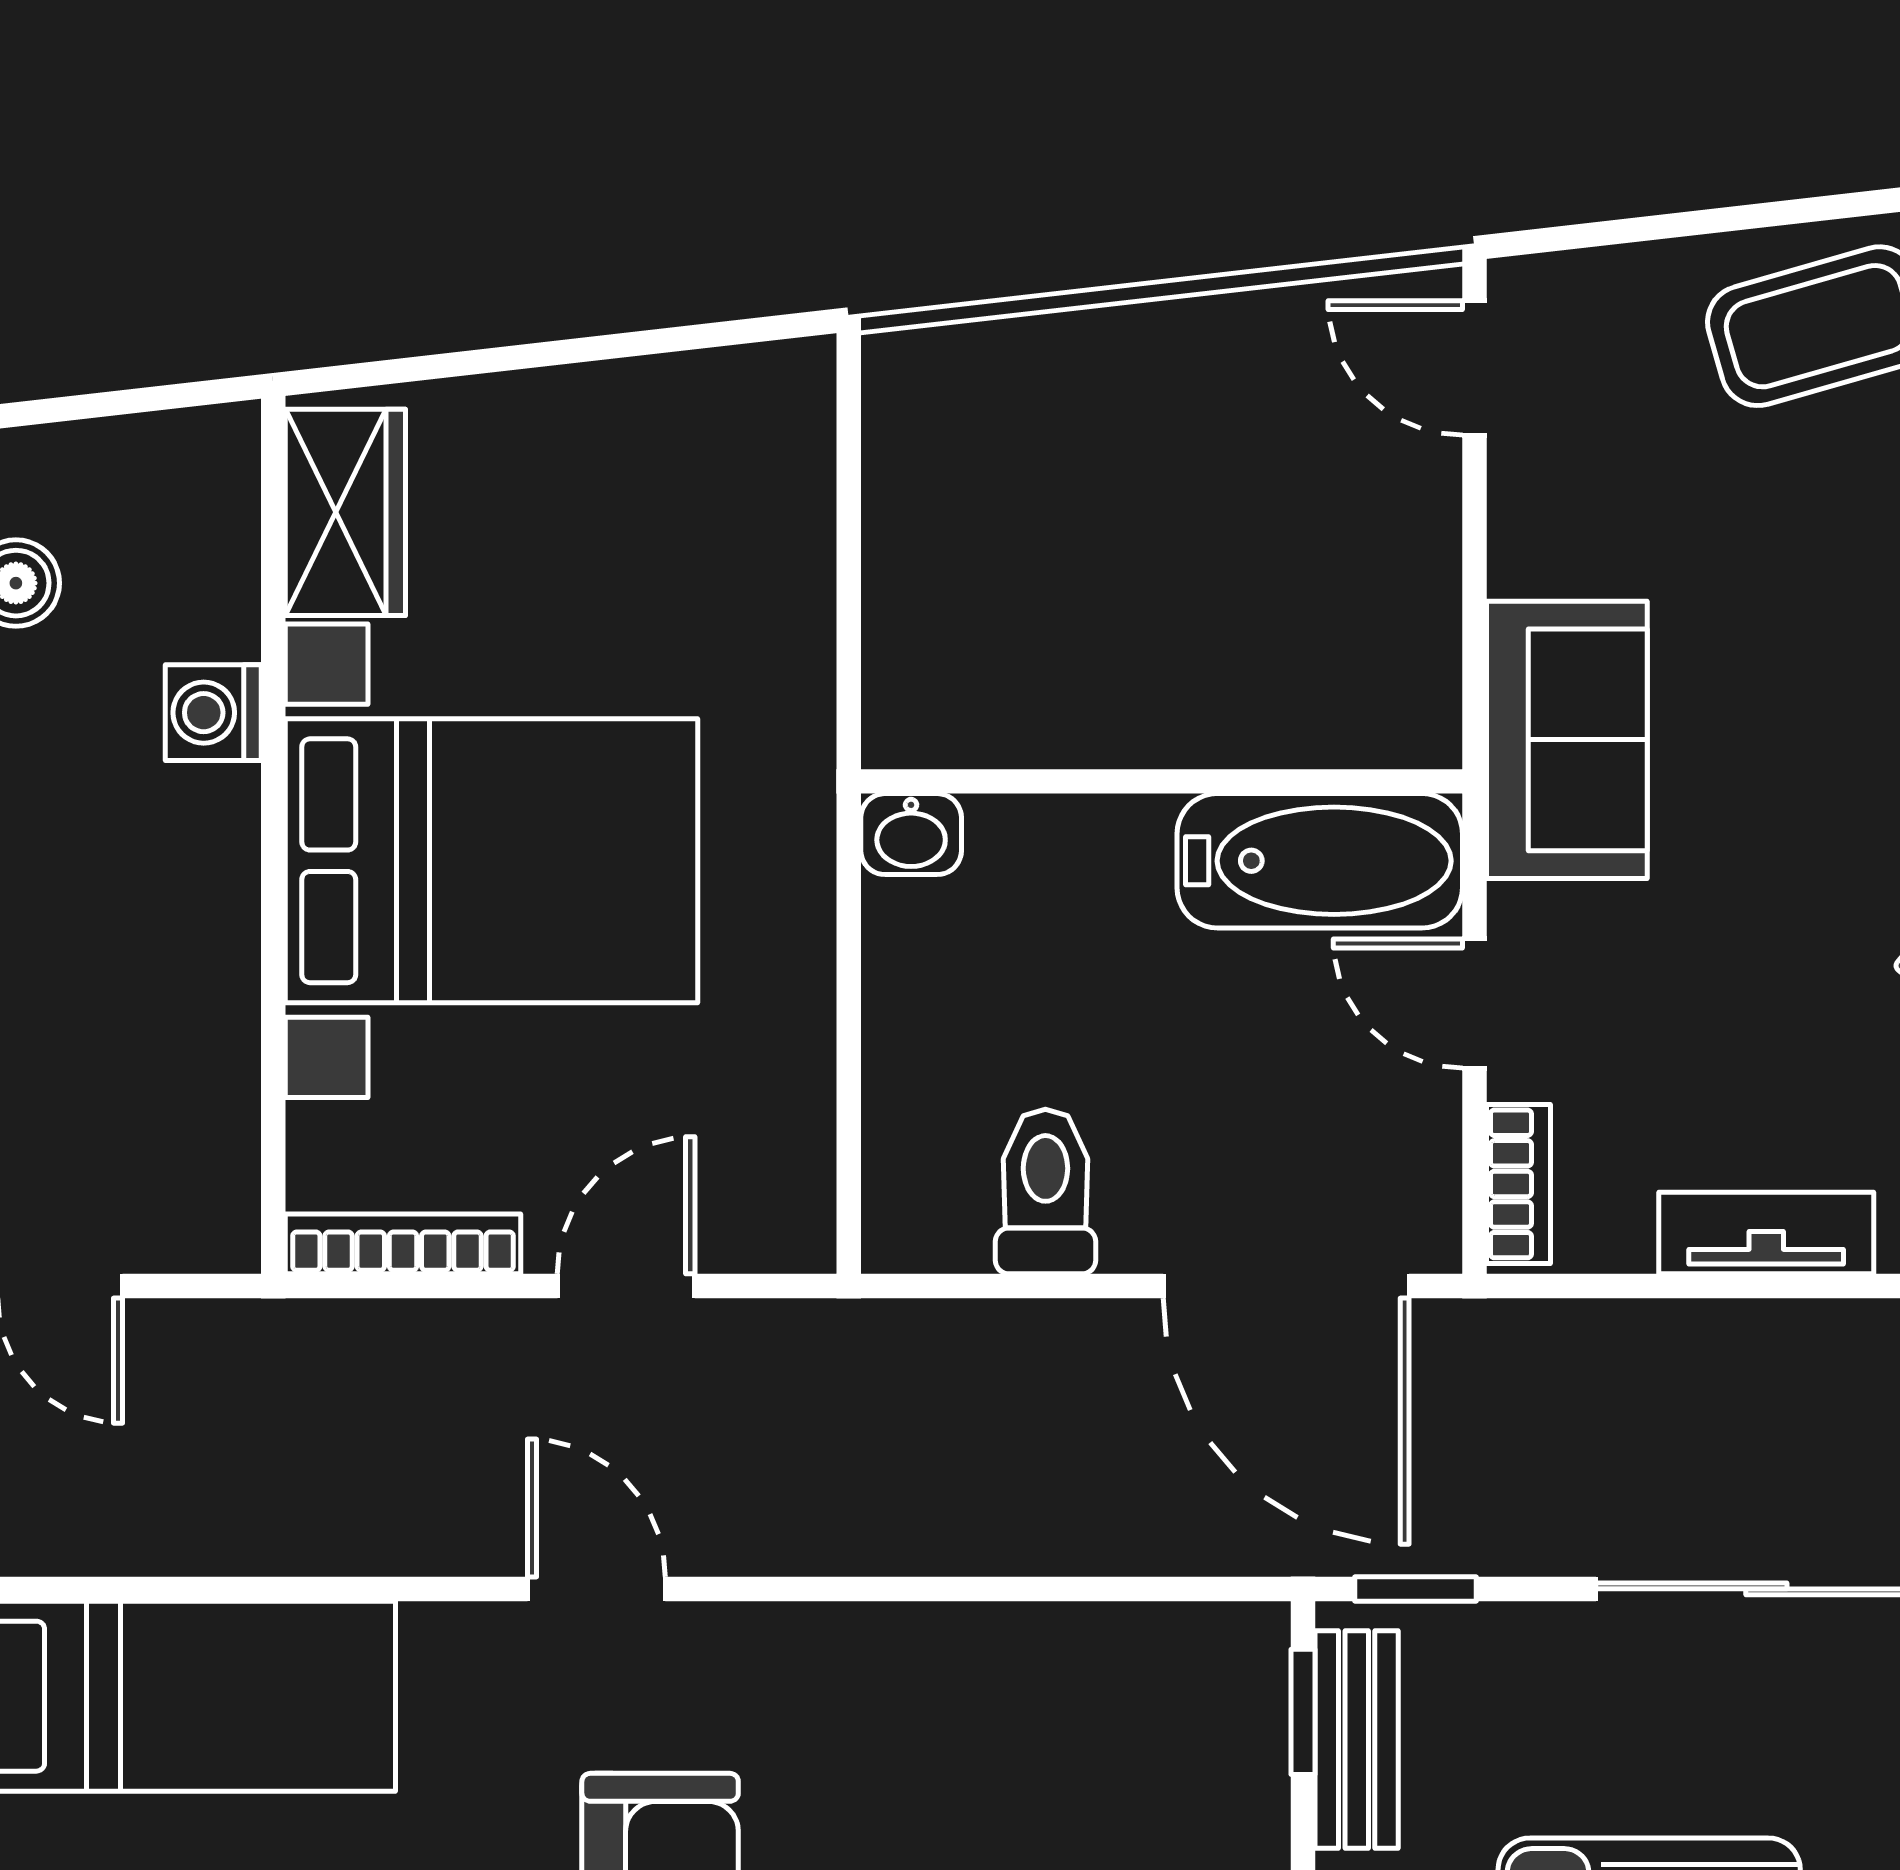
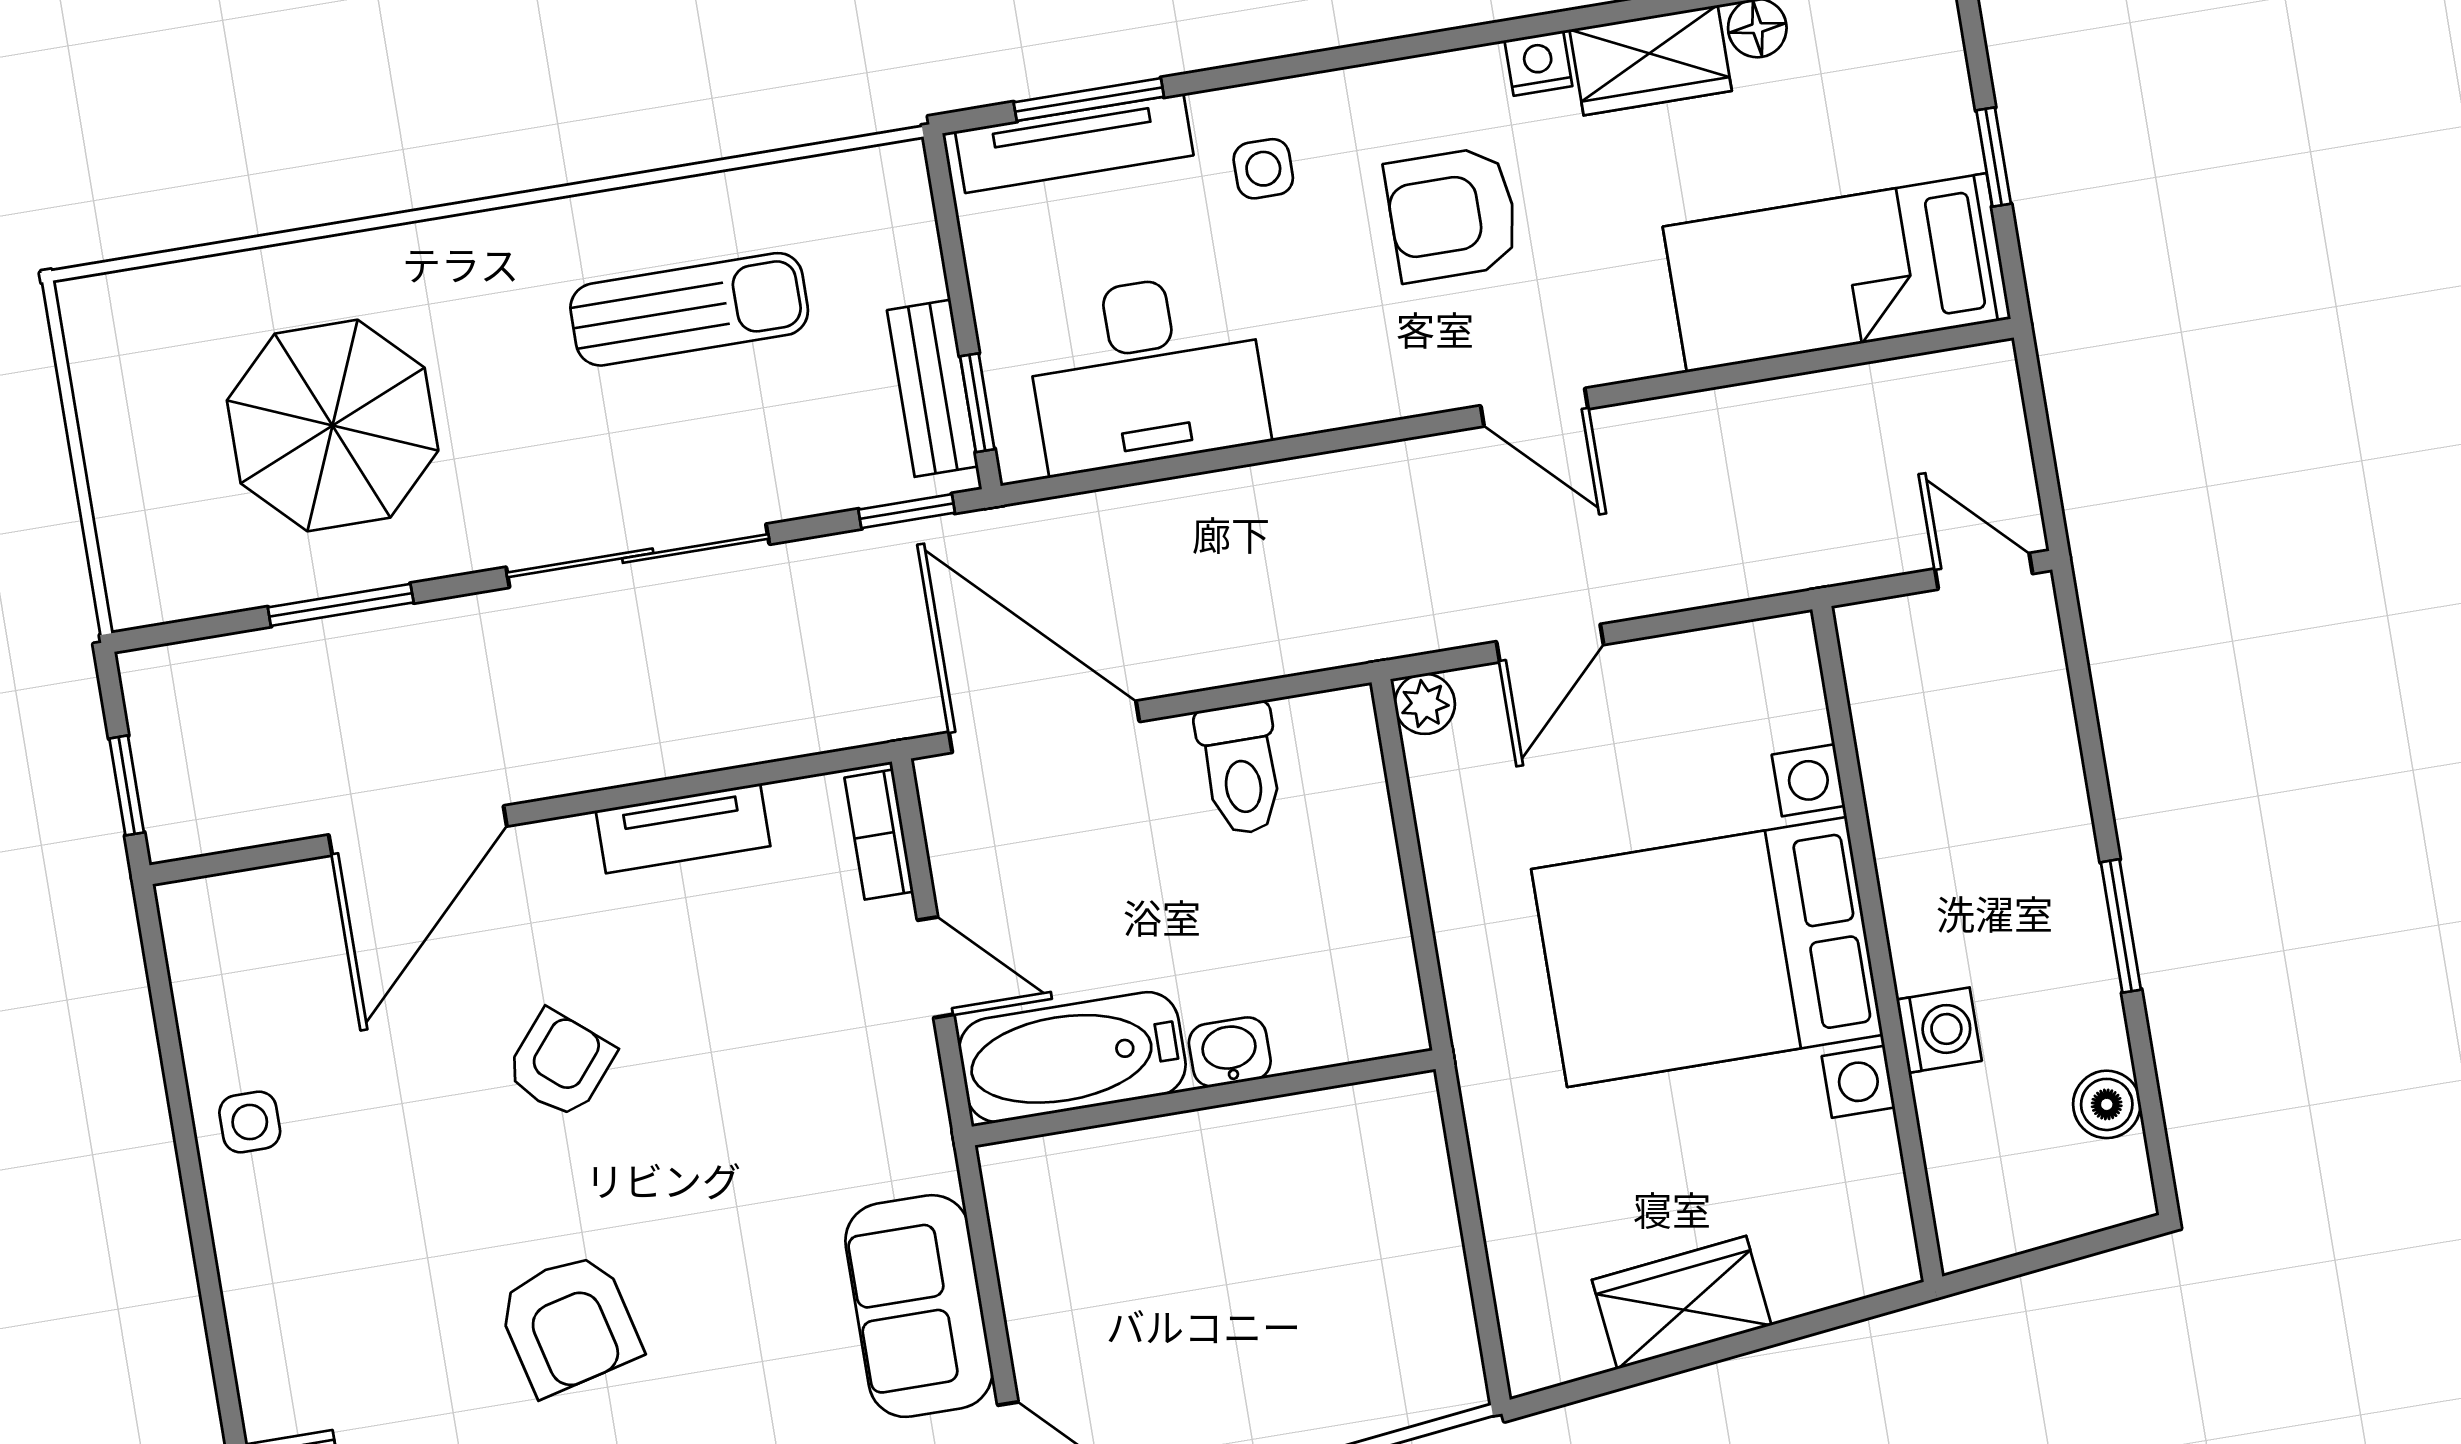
wardrobe: (345, 512) -> (1682, 1303), moved, turned 83
sofa: (1567, 740) -> (919, 1306), moved
washbasin: (911, 834) -> (1230, 1052), moved
plant: (798, 1235) -> (1425, 704), added
bookcase: (403, 1244) -> (1726, 647), removed
desk: (1082, 1715) -> (1146, 372), added

